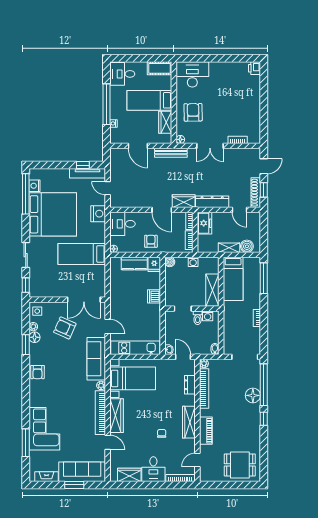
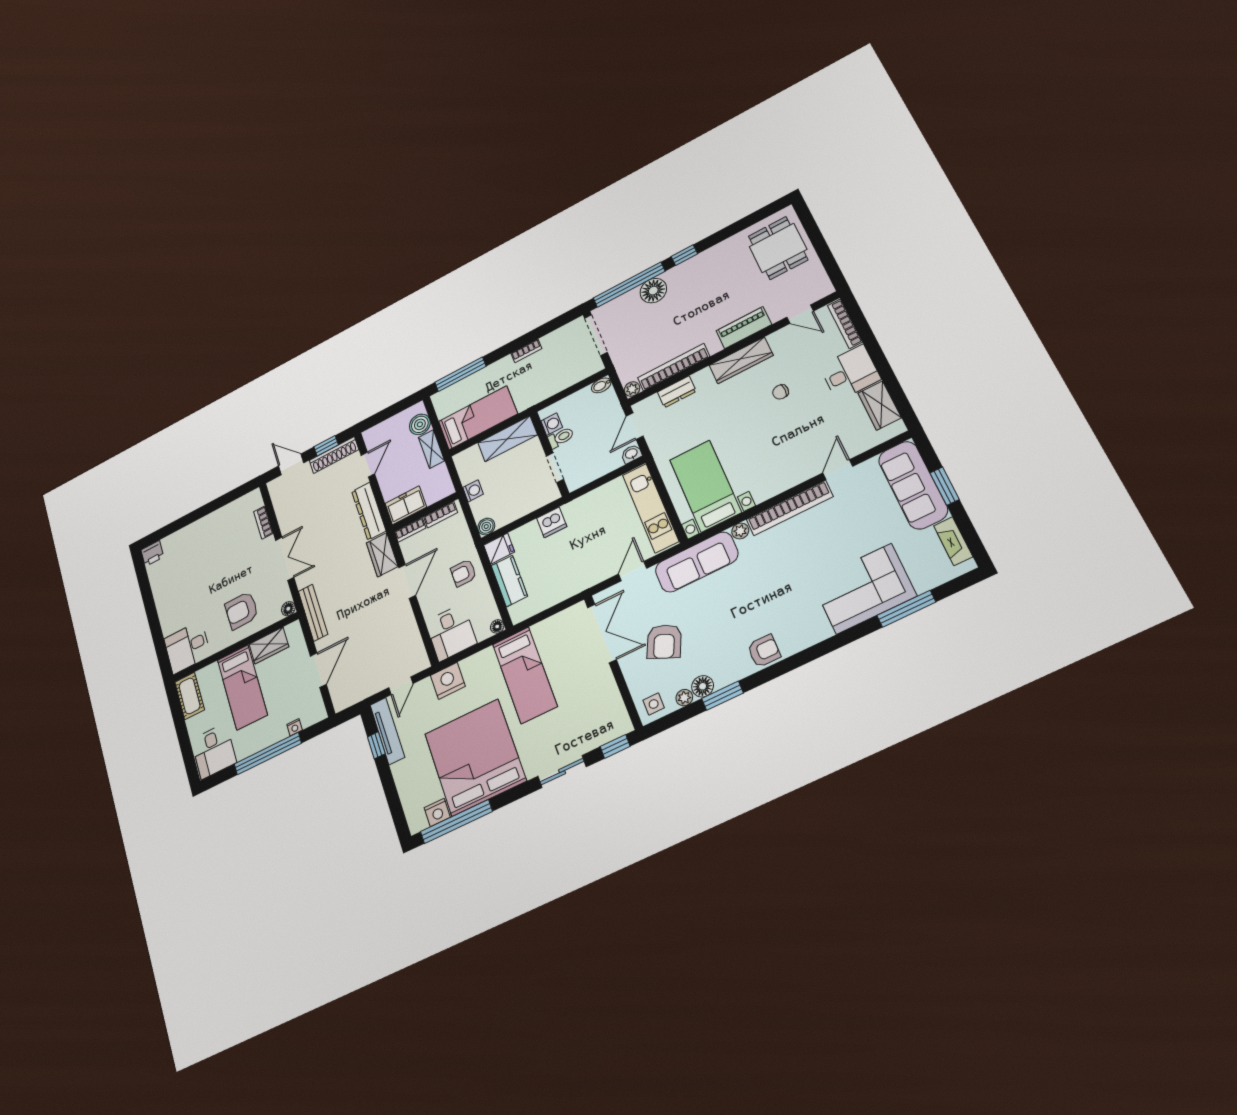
desk: (192, 74) -> (187, 647), width x0.73
wardrobe: (116, 416) -> (783, 479), removed

